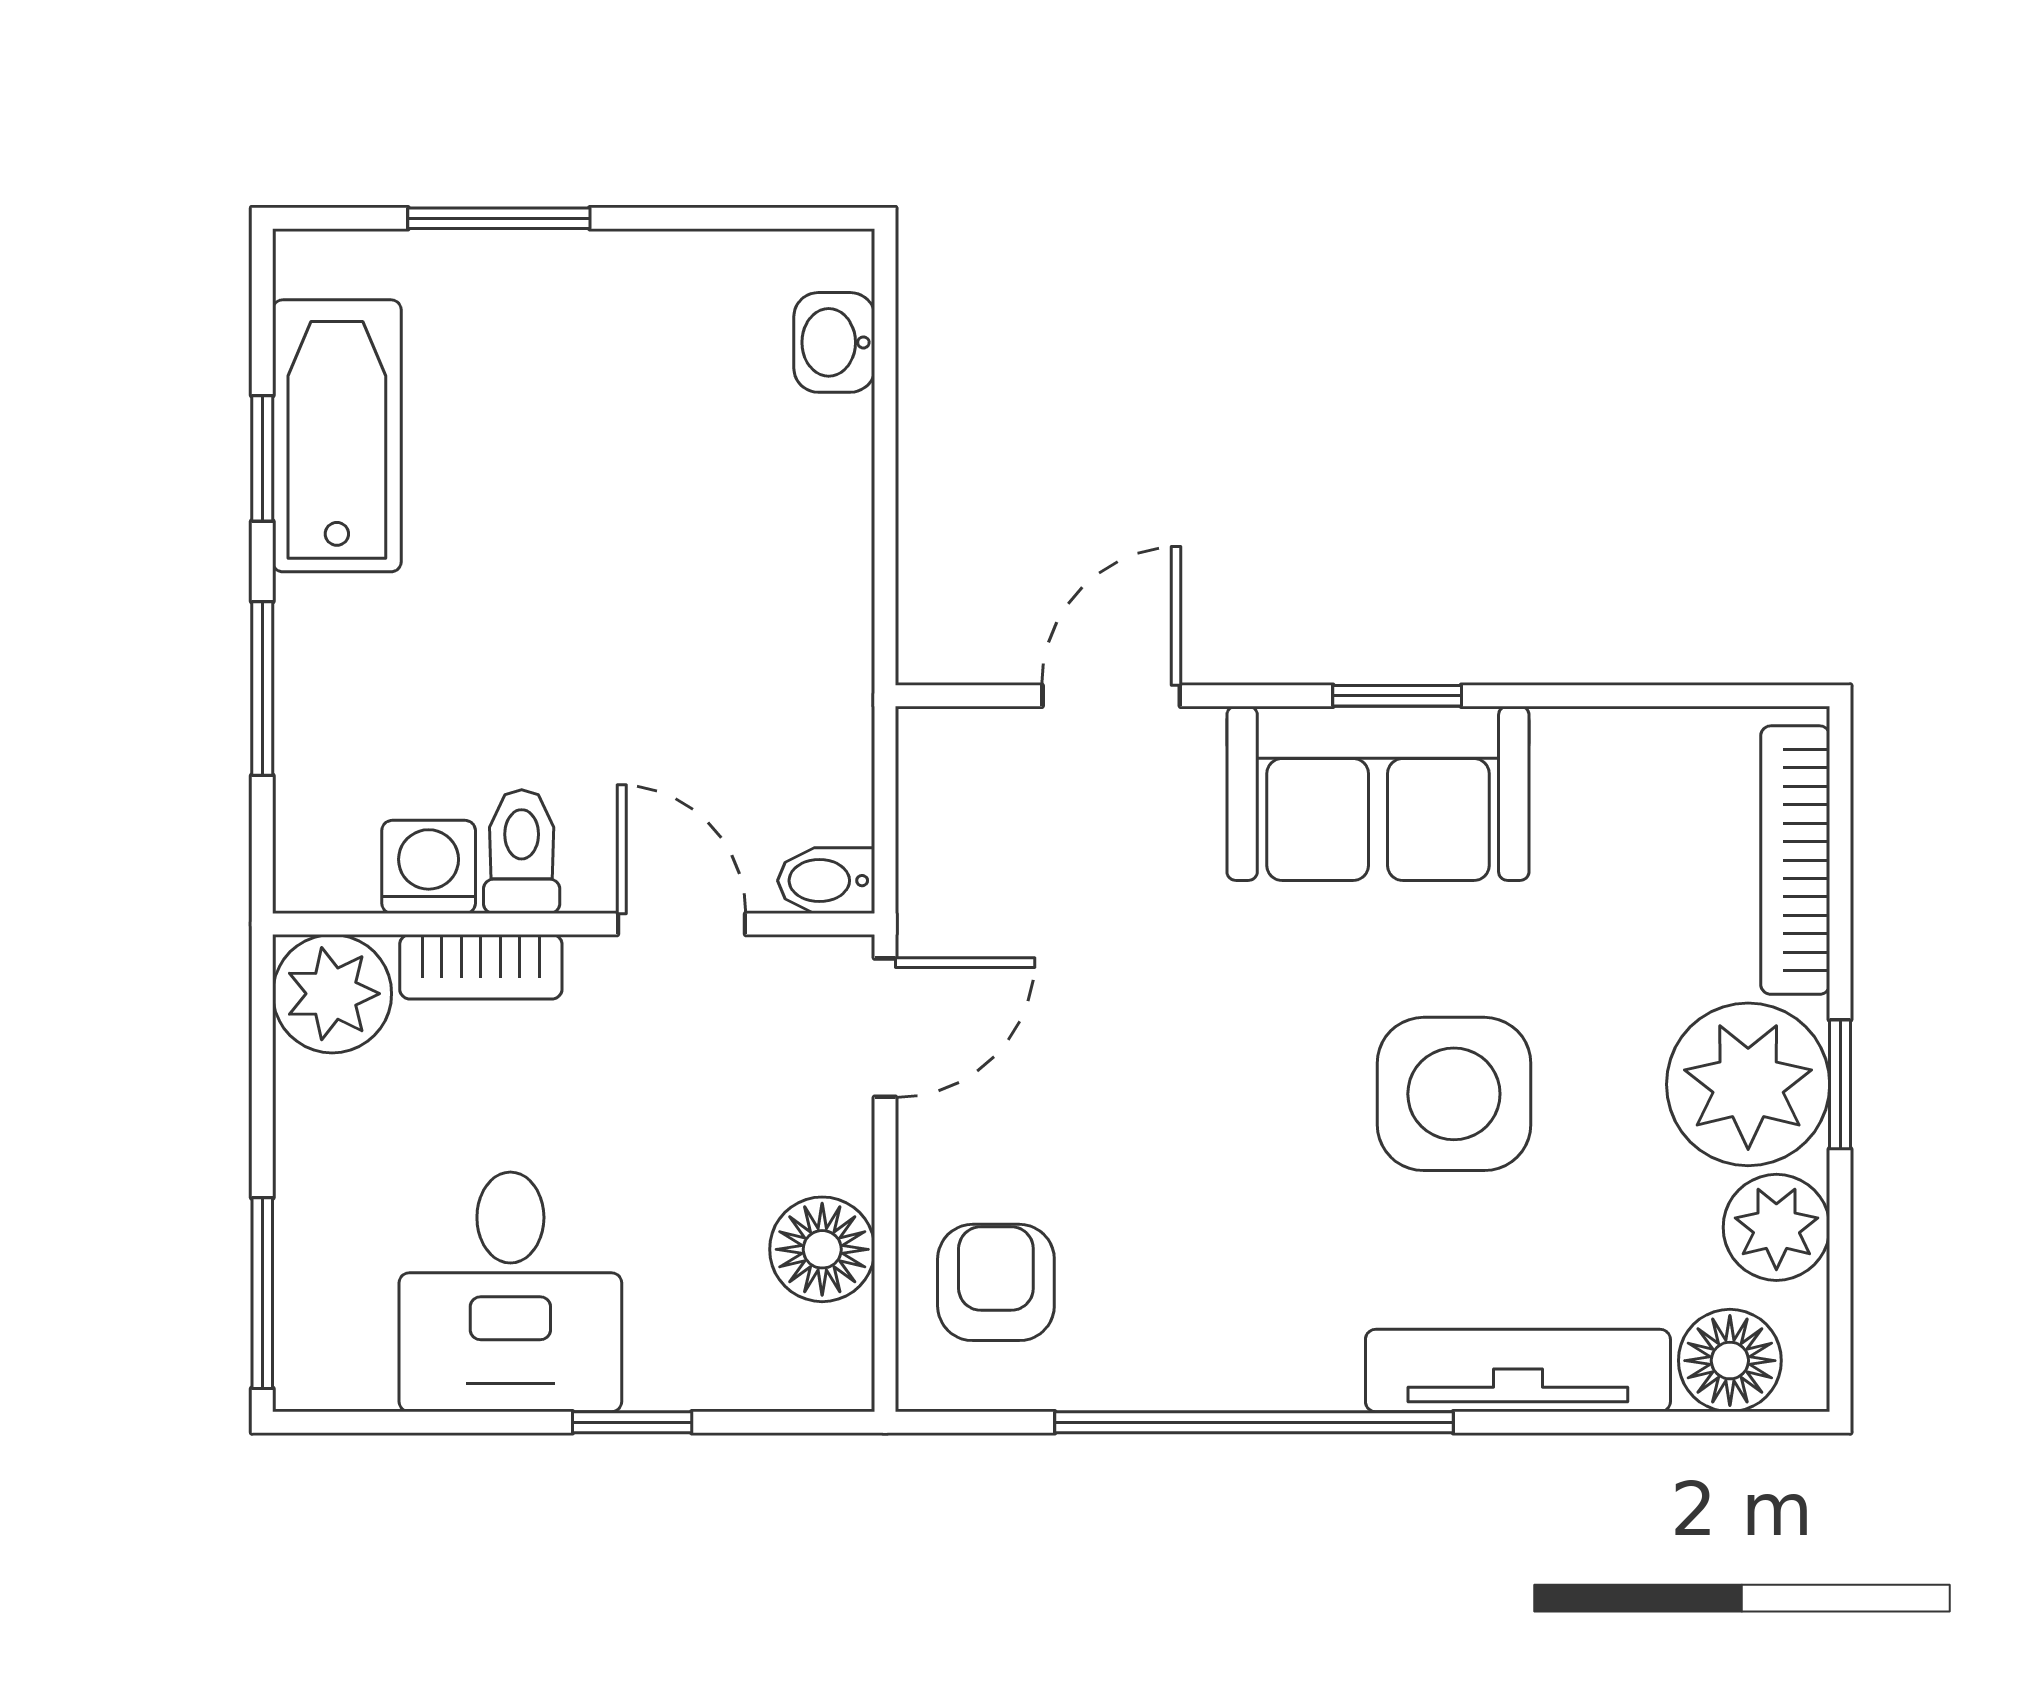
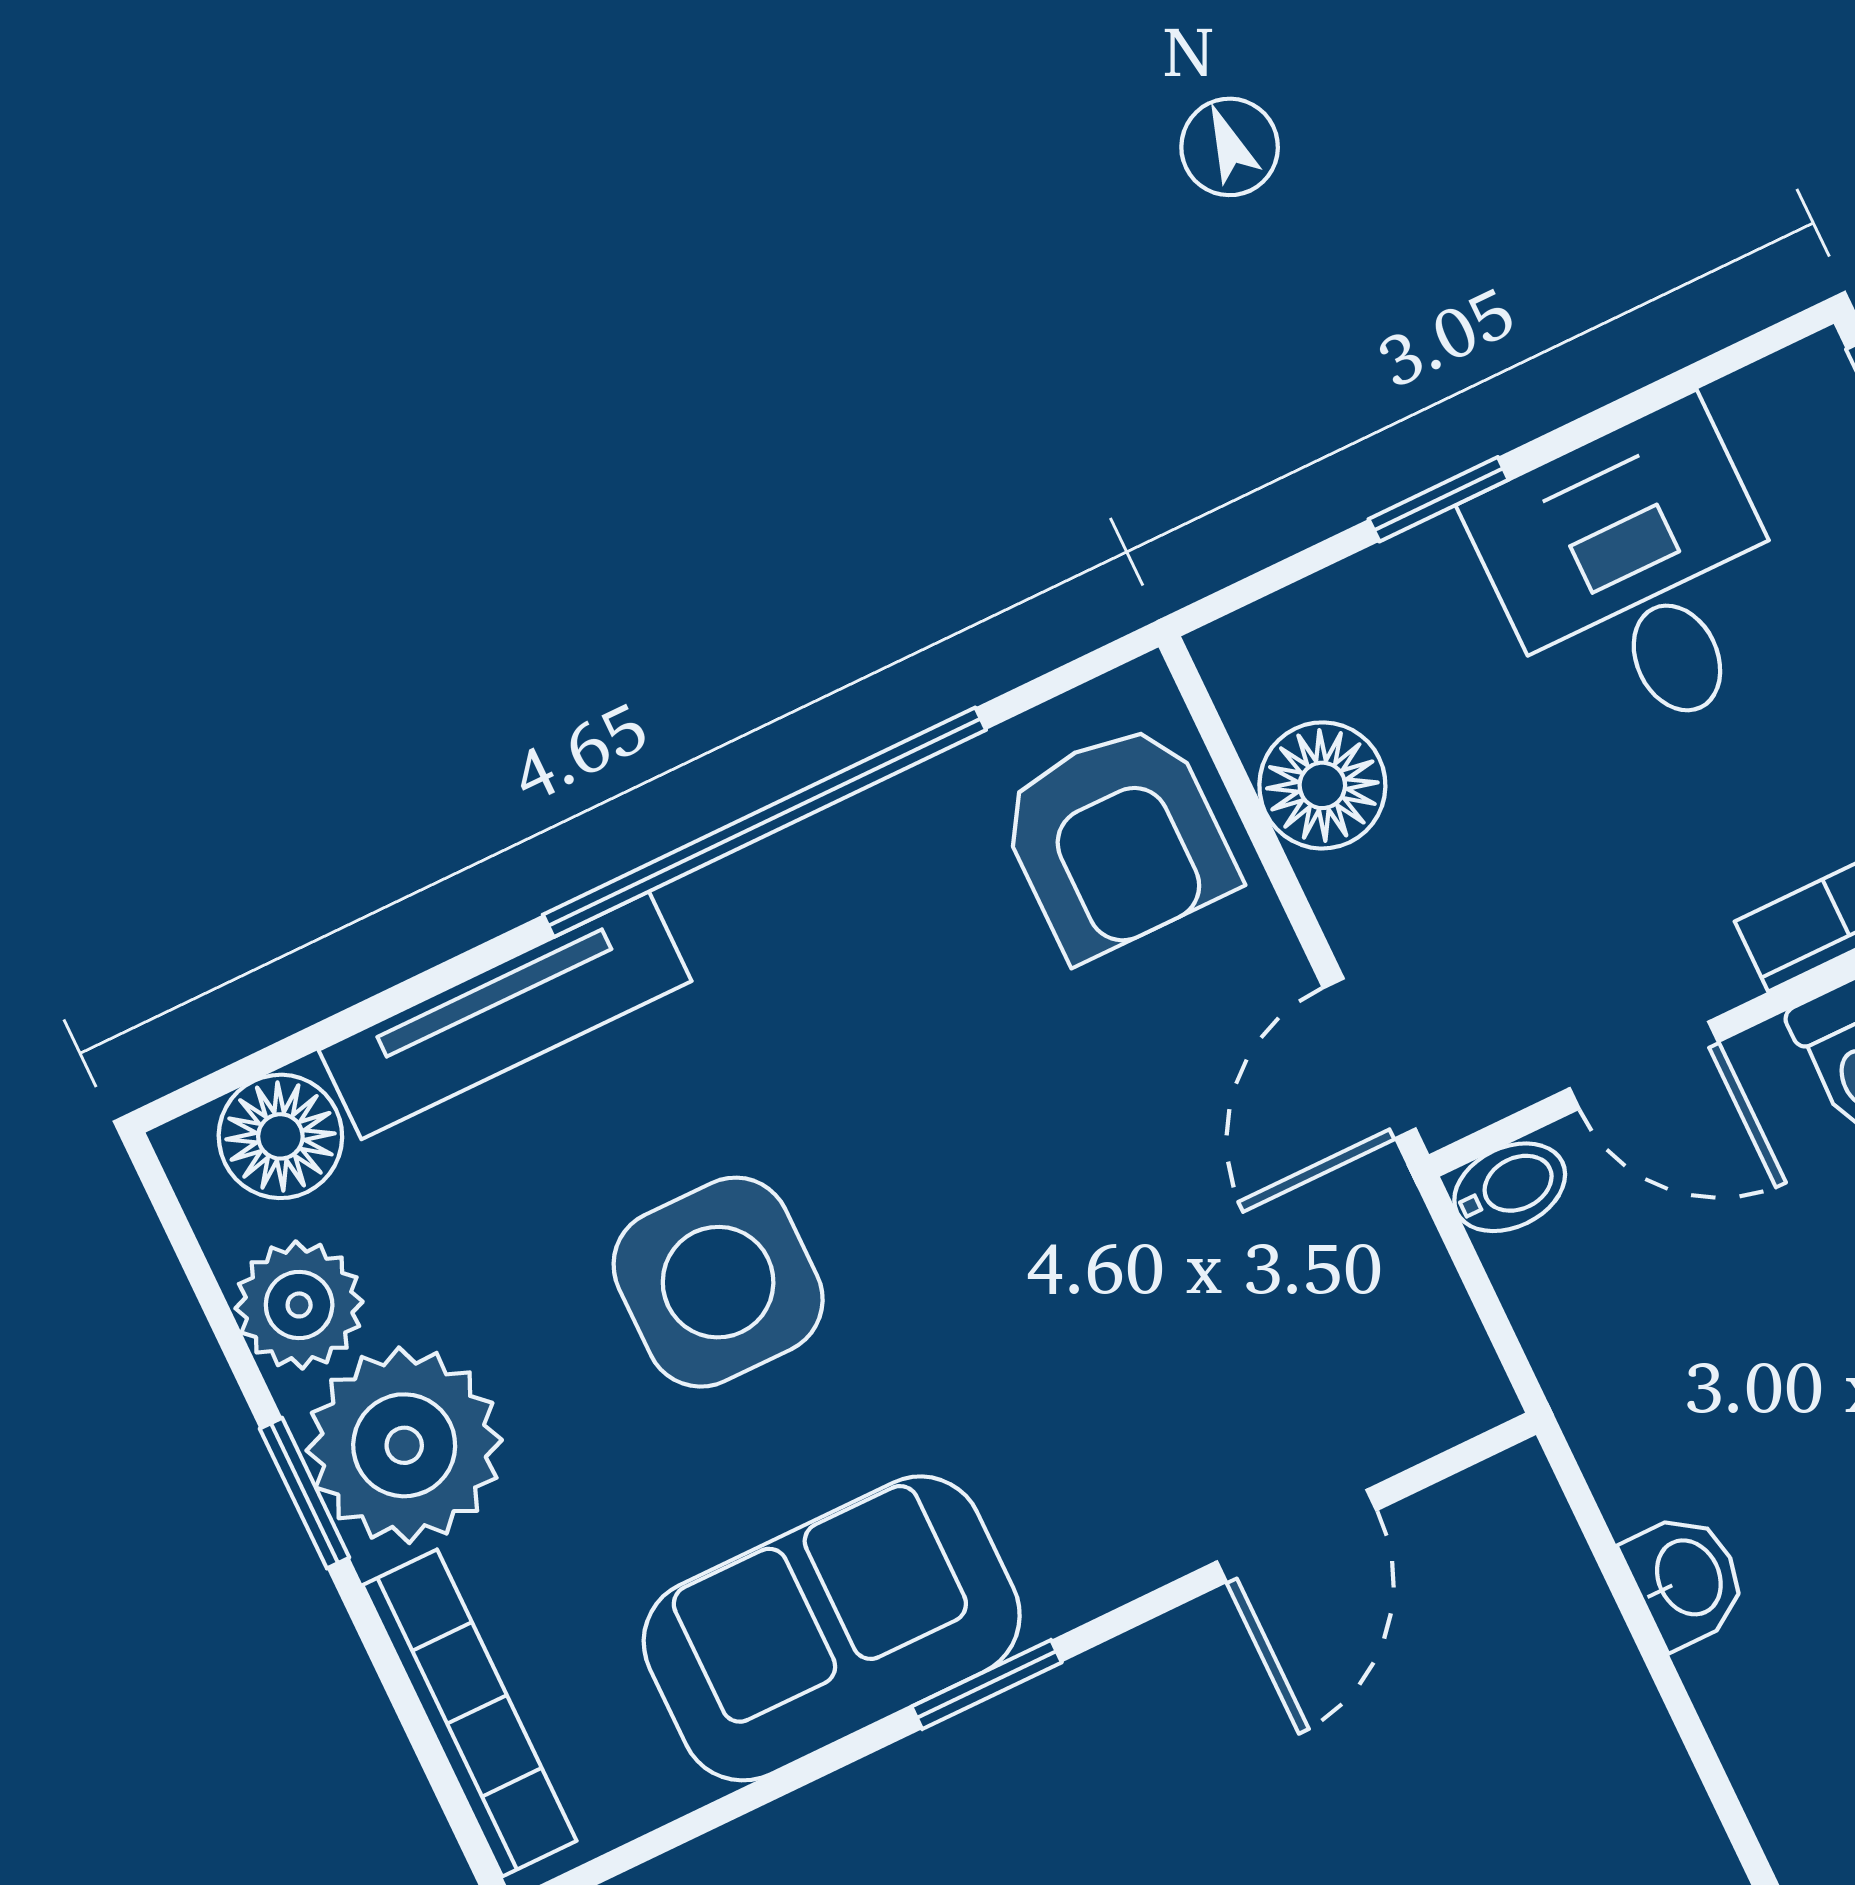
washbasin: (834, 342) -> (1686, 1579), moved
sofa: (1378, 793) -> (832, 1628), moved
armchair: (996, 1282) -> (1117, 840), width x1.38, depth x1.38

